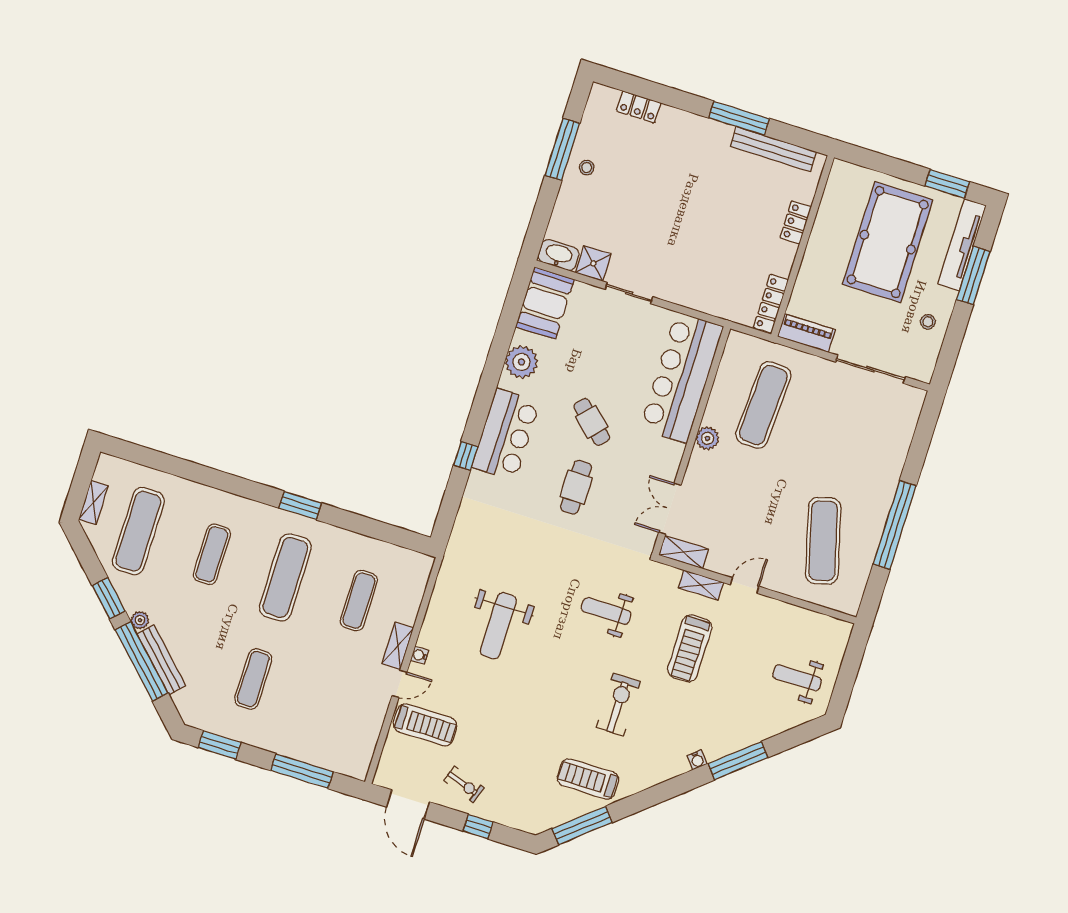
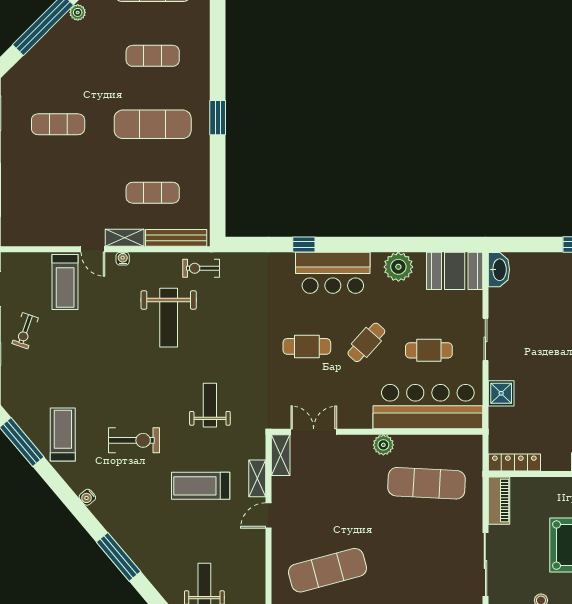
shower: (593, 263) -> (501, 393), moved
cafe table: (622, 358) -> (429, 350), added
exercise bike: (456, 574) -> (201, 268), added
door: (745, 586) -> (269, 516), swing flipped
weight bench: (498, 626) -> (169, 318), turned -90
bench: (161, 660) -> (176, 238), moved, turned 45
water cooler: (697, 760) -> (87, 497), moved

